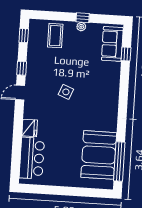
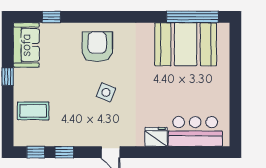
plant: (81, 27) -> (19, 78), removed
sofa: (112, 44) -> (26, 45), moved, turned -90
window: (22, 68) -> (64, 152), moved
armchair: (101, 87) -> (97, 47), added

